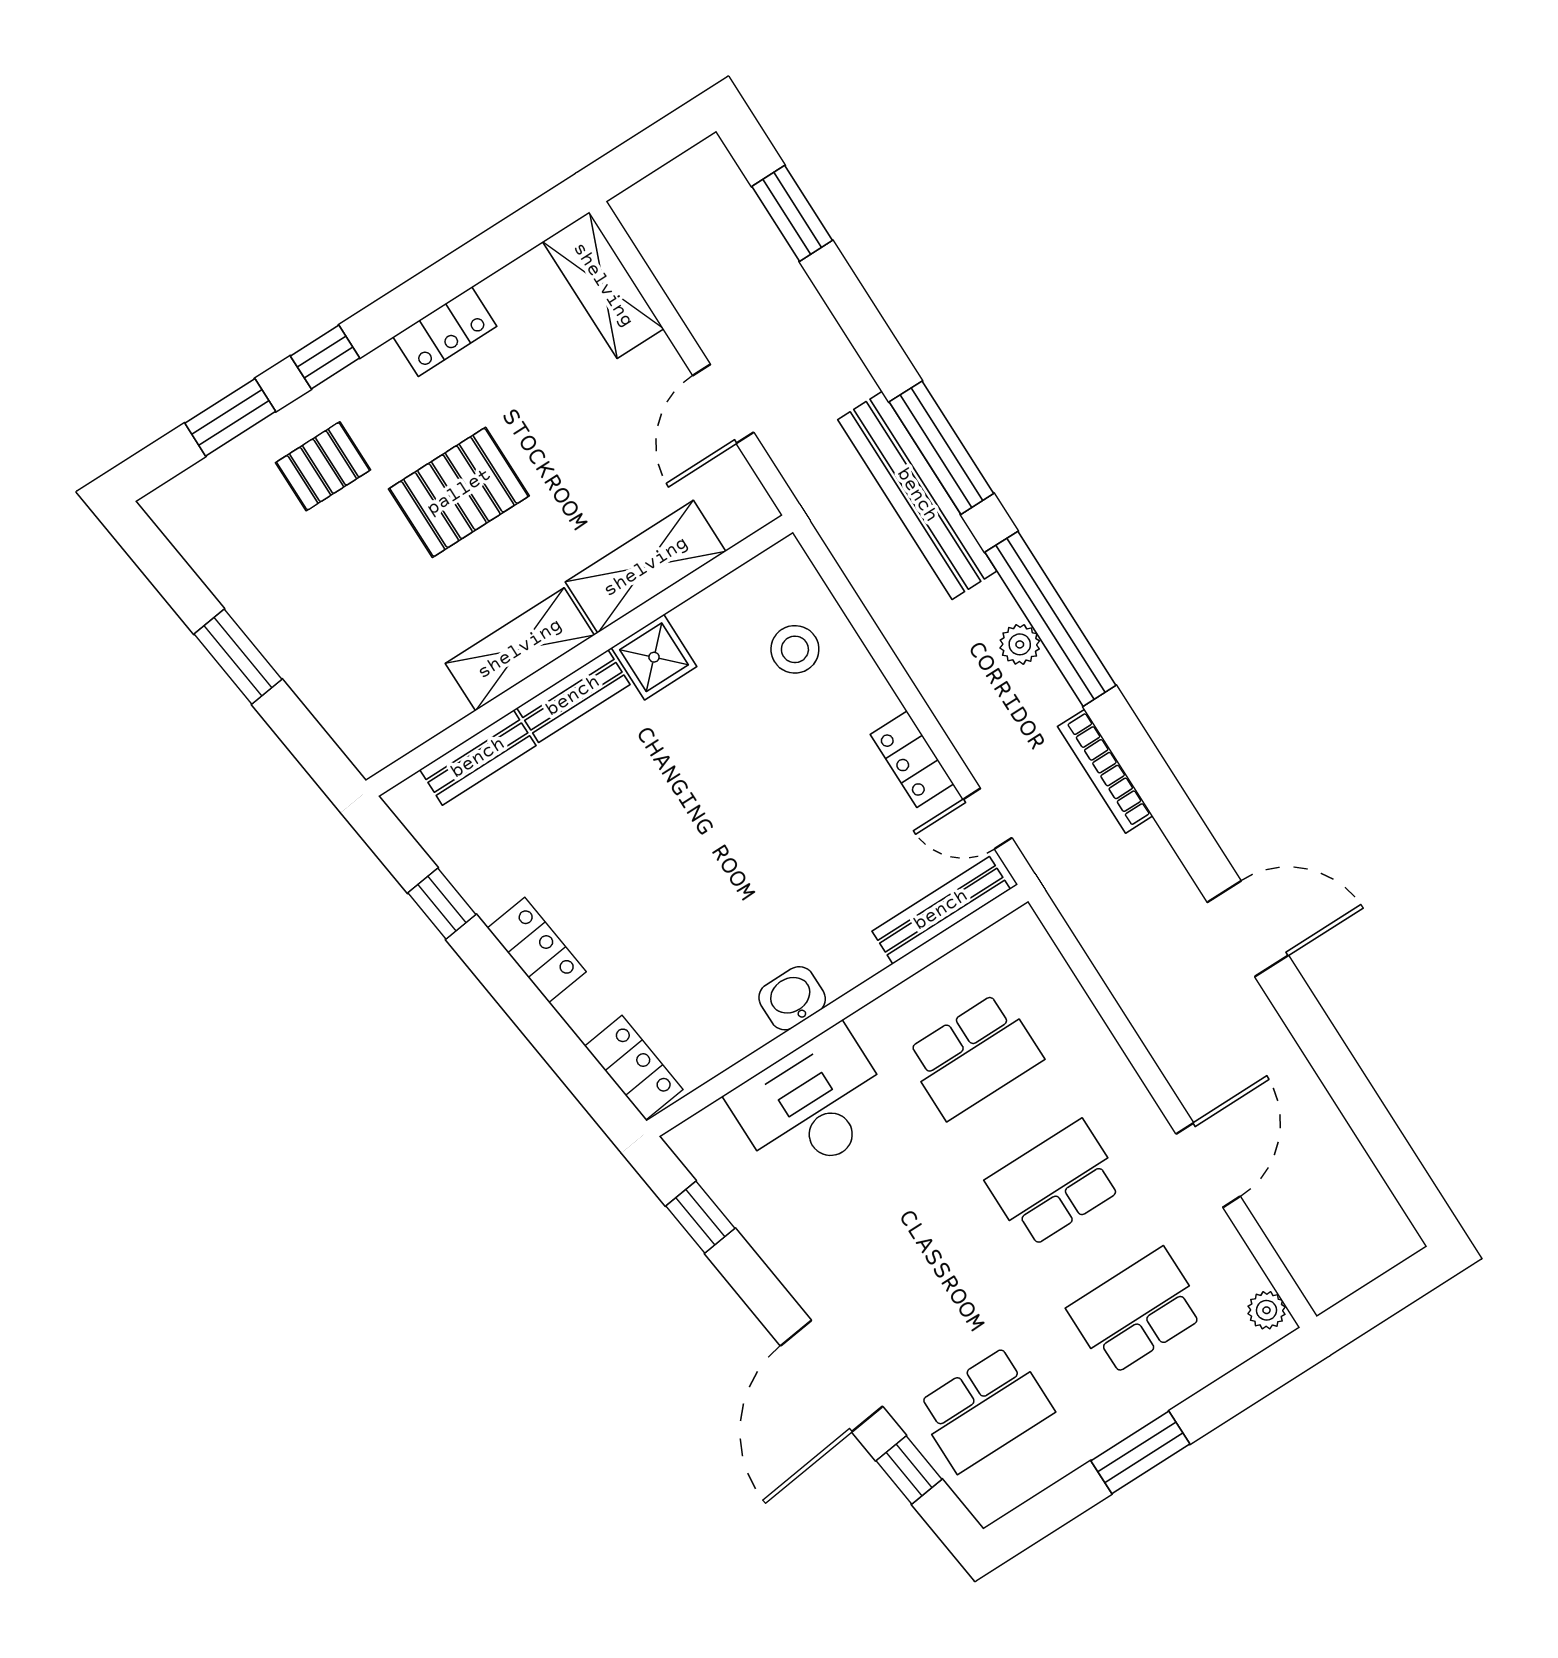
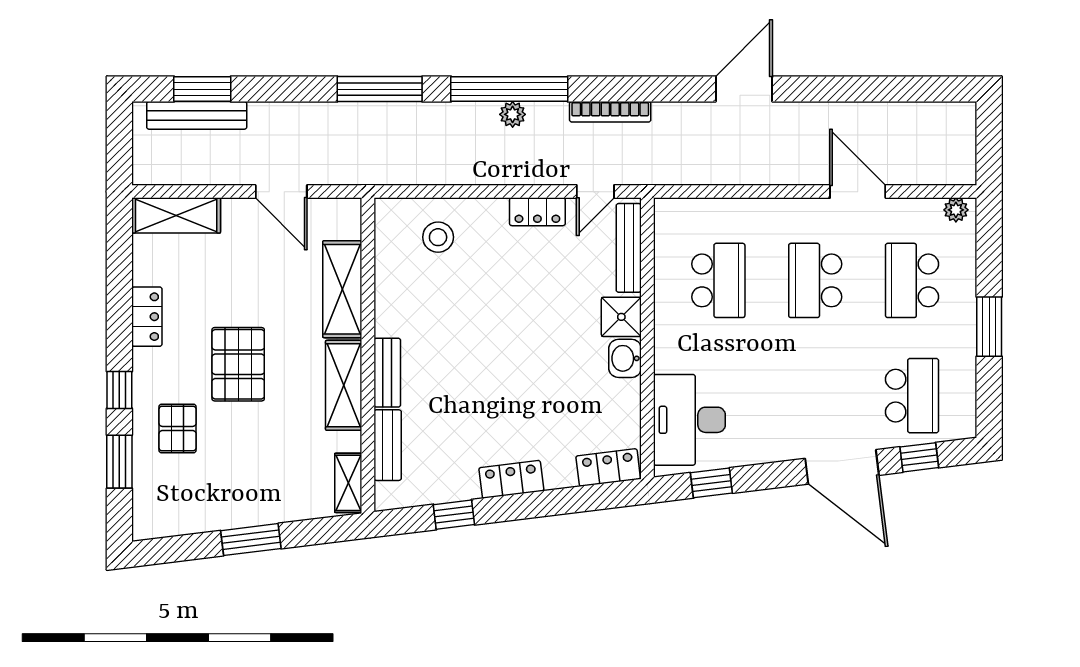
bench: (917, 495) -> (197, 115), moved, width x0.73, depth x0.82
shower: (654, 657) -> (621, 317), moved
shelving: (395, 737) -> (348, 483), added
desk: (812, 1105) -> (689, 420), moved

